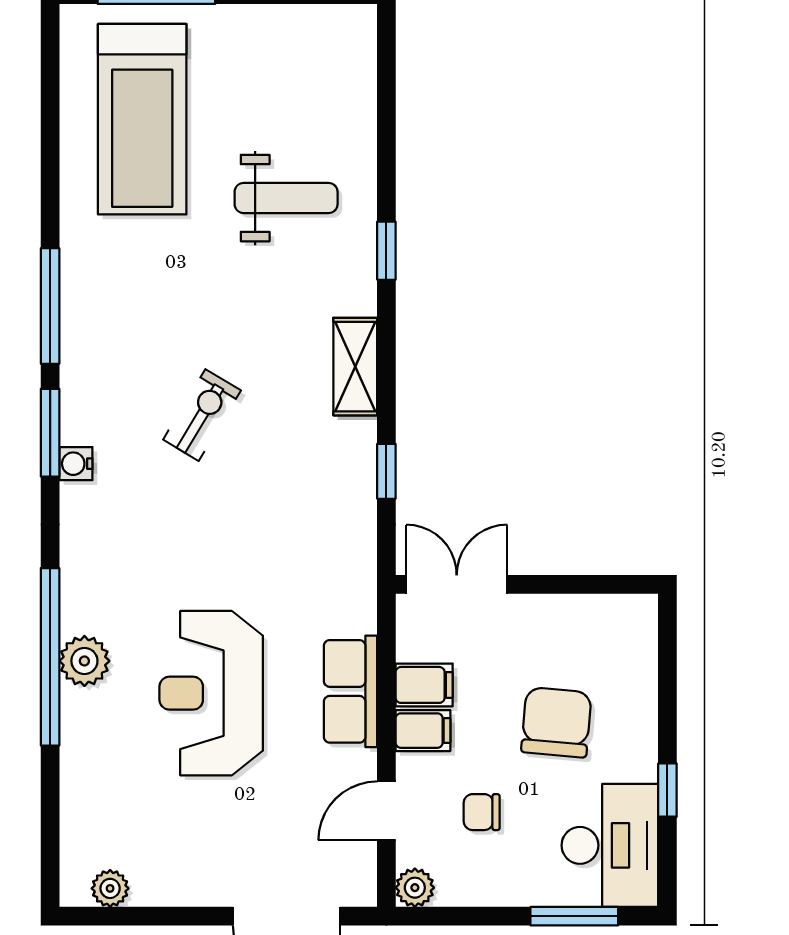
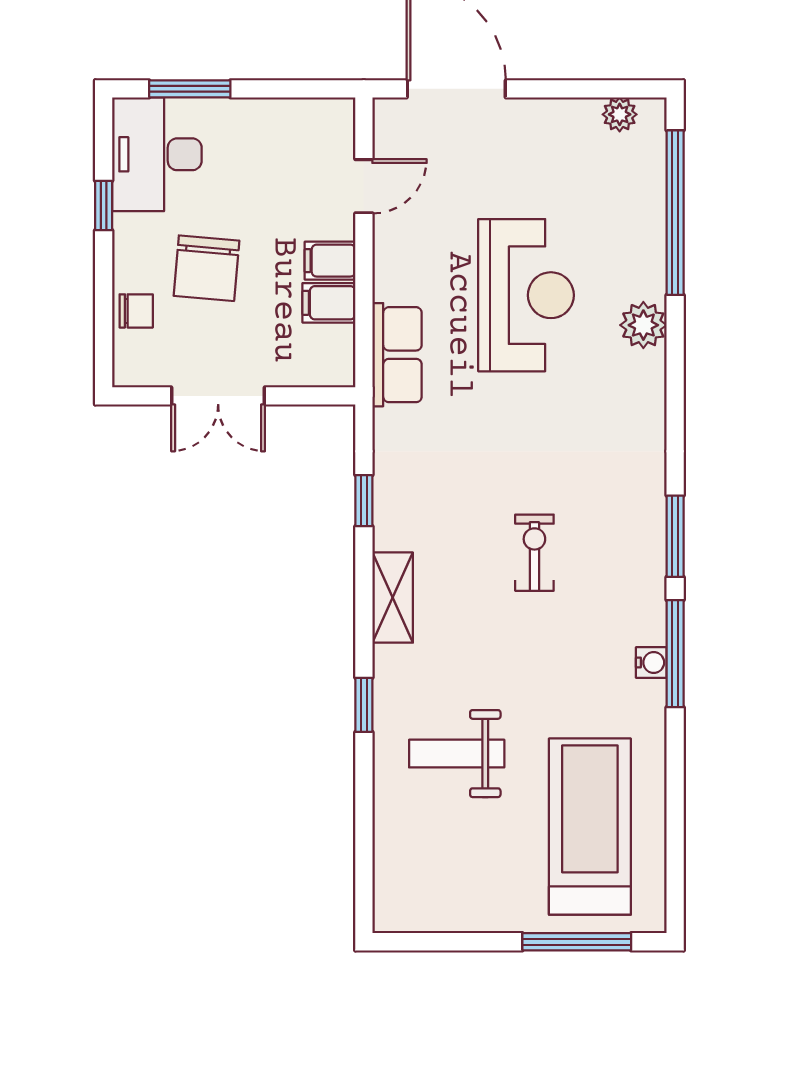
exercise bike: (202, 415) -> (534, 553), turned 149
water cooler: (76, 464) -> (651, 662), moved
double door: (457, 584) -> (218, 396), moved
window: (50, 657) -> (675, 213), moved
row of seats: (350, 691) -> (397, 355), moved
chair: (482, 812) -> (136, 311), moved
plant: (415, 888) -> (337, 115), removed

